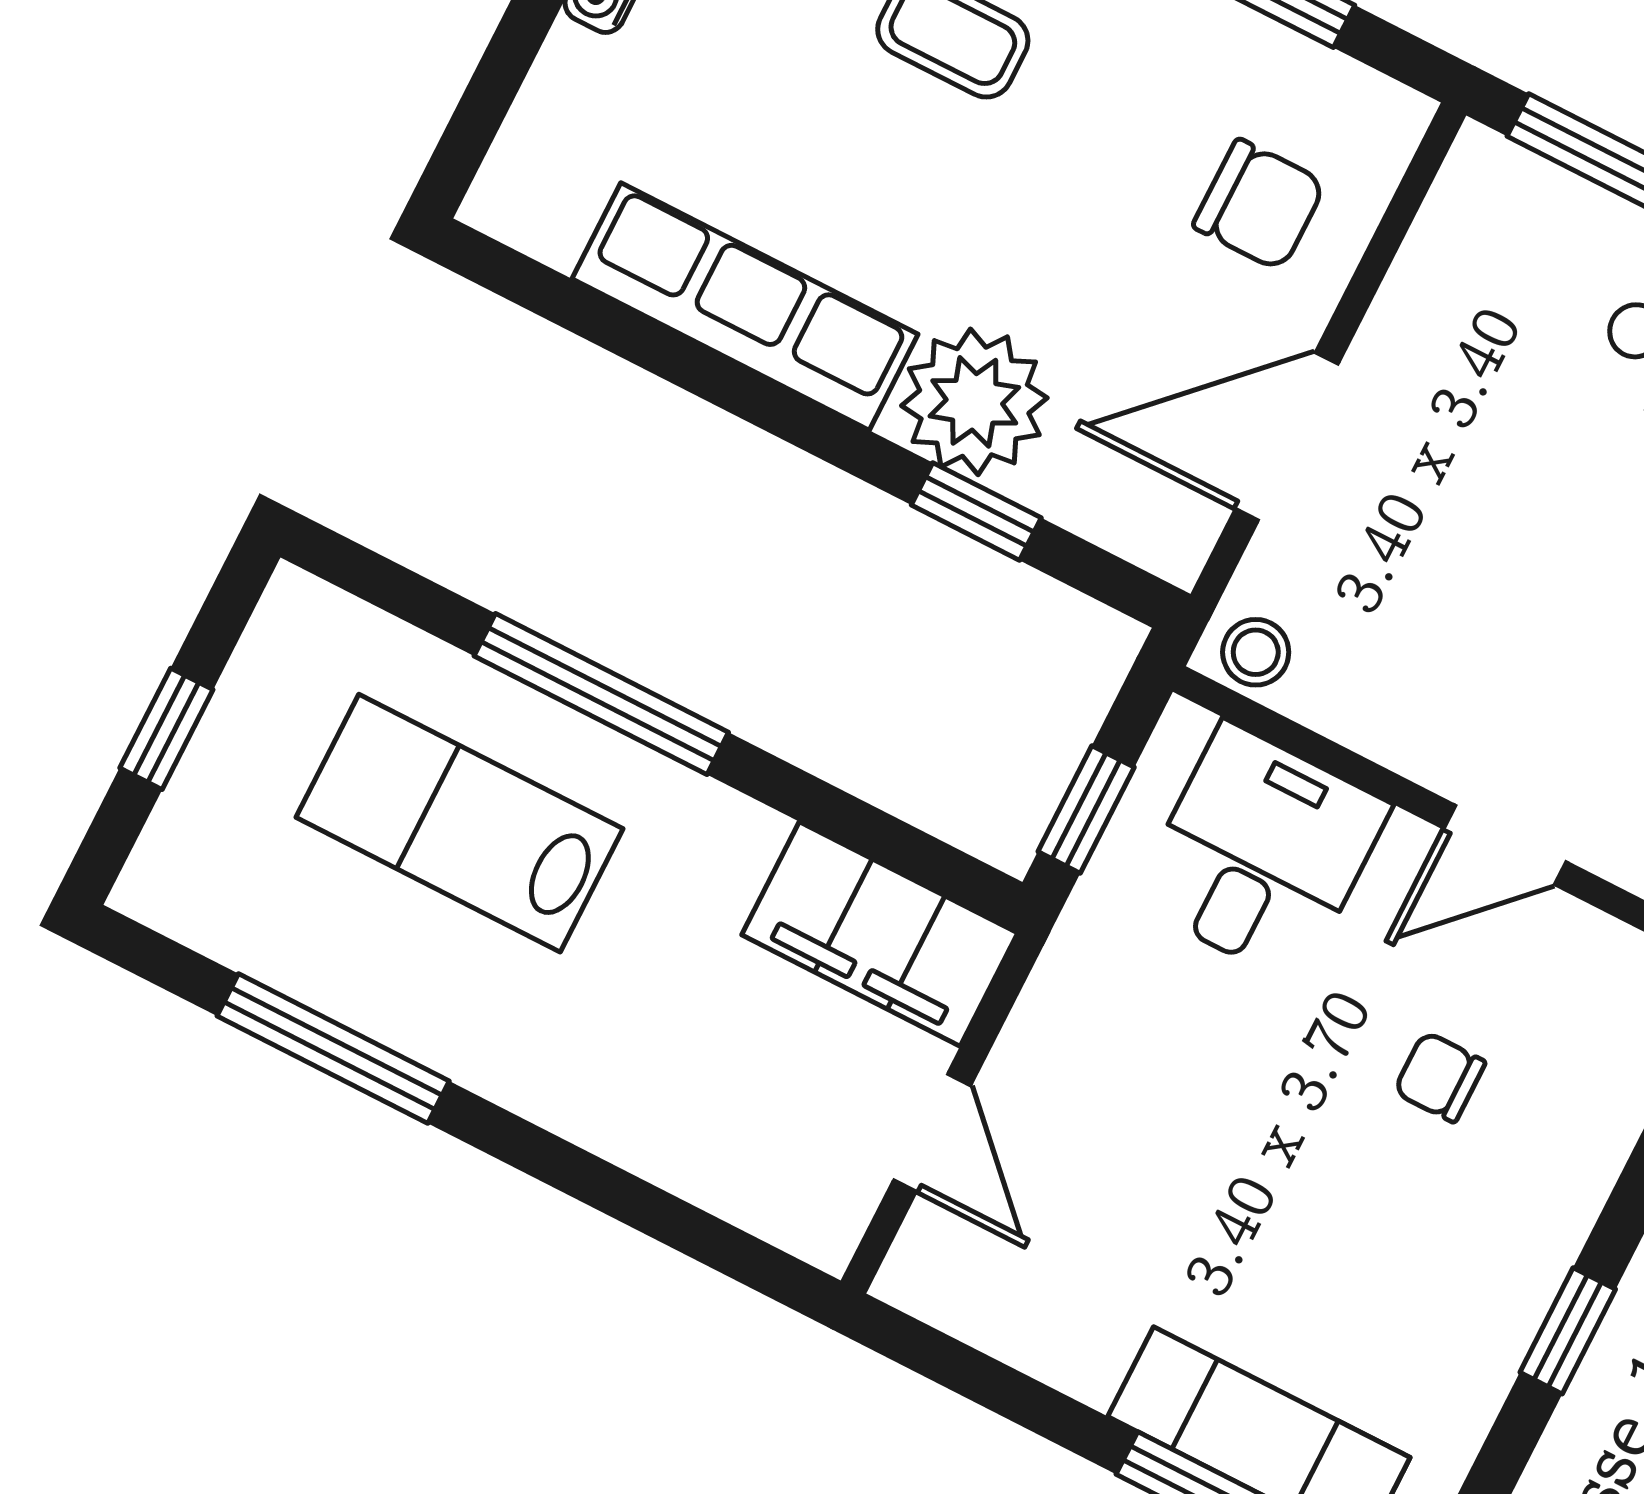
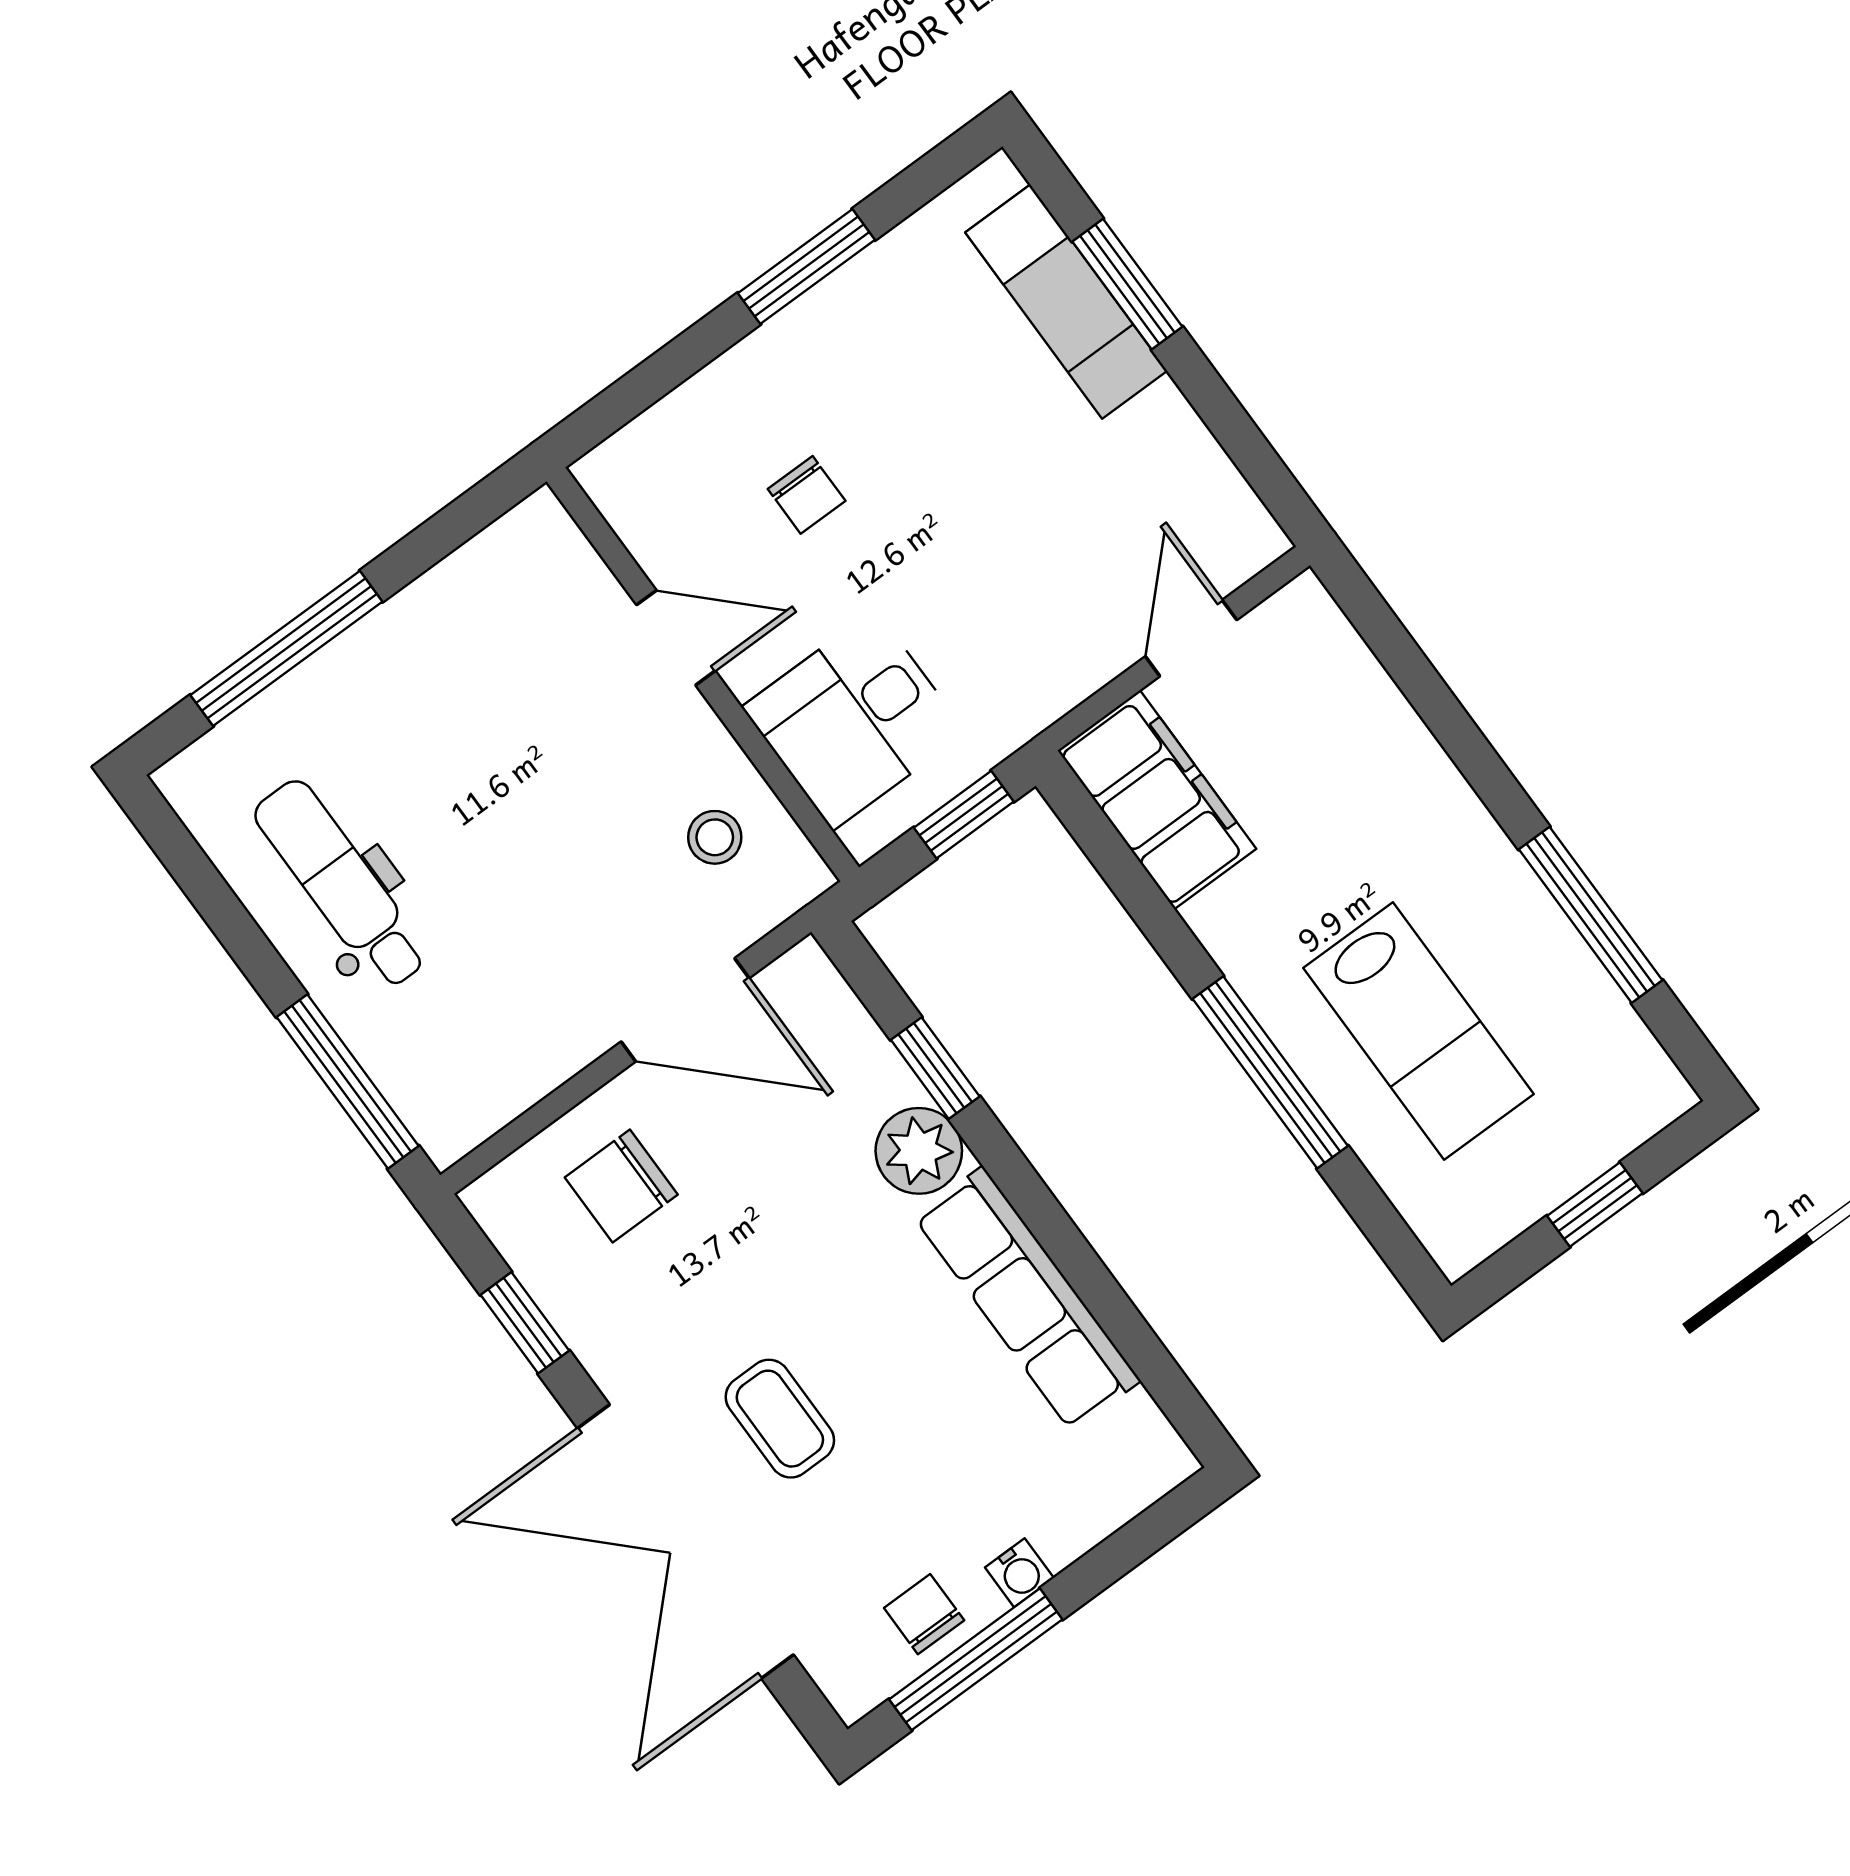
chair: (1259, 205) -> (621, 1186), turned -90
plant: (974, 402) -> (919, 1151), width x0.73, depth x0.73
stool: (1256, 652) -> (715, 837), moved
window: (1568, 1331) -> (806, 266), width x1.50

